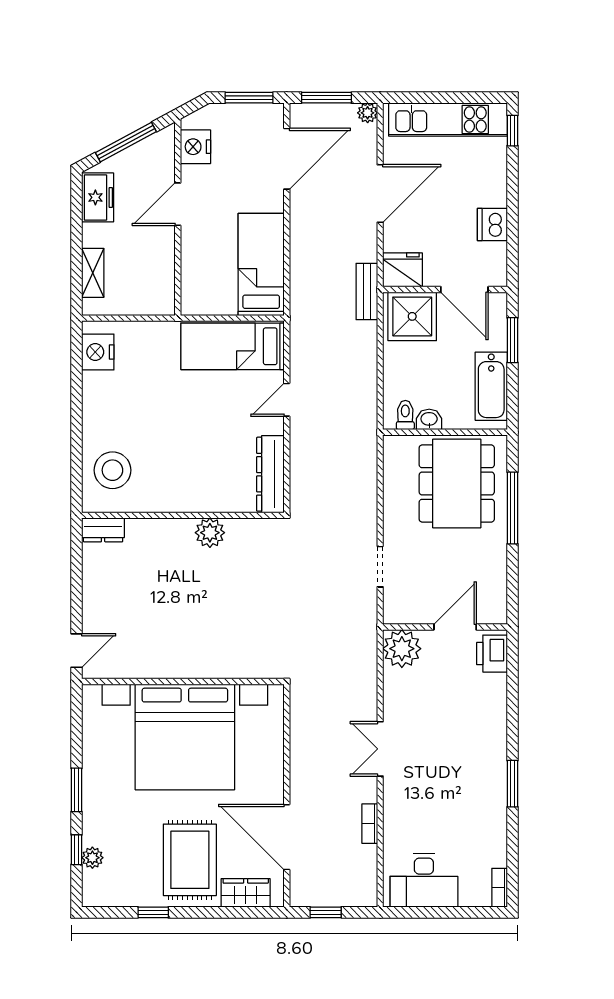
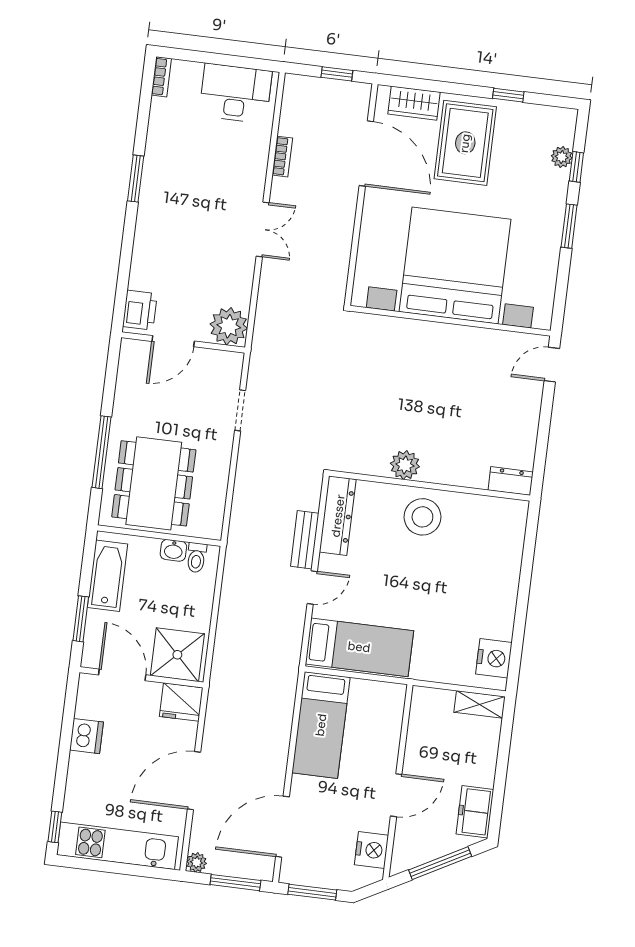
shelving: (93, 273) -> (480, 704), moved, turned 90
bench: (367, 291) -> (305, 540), moved
stool: (112, 470) -> (422, 517), moved

